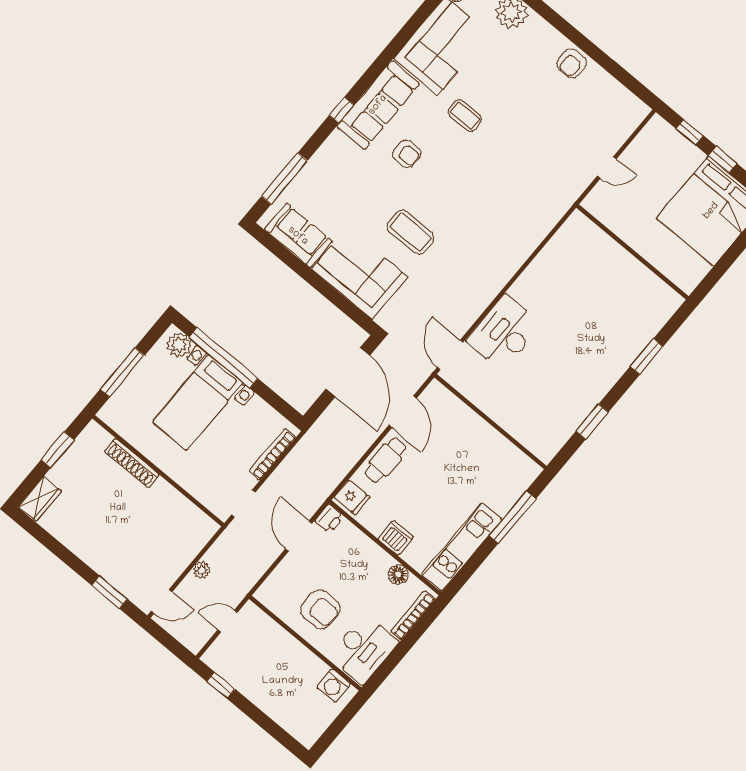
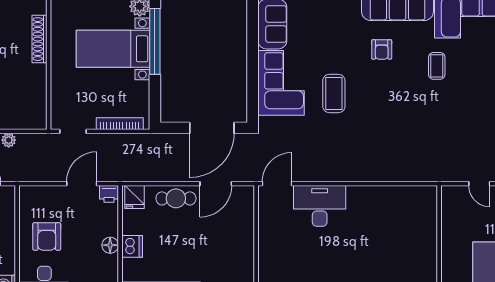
floor lamp: (398, 574) -> (110, 245), moved

